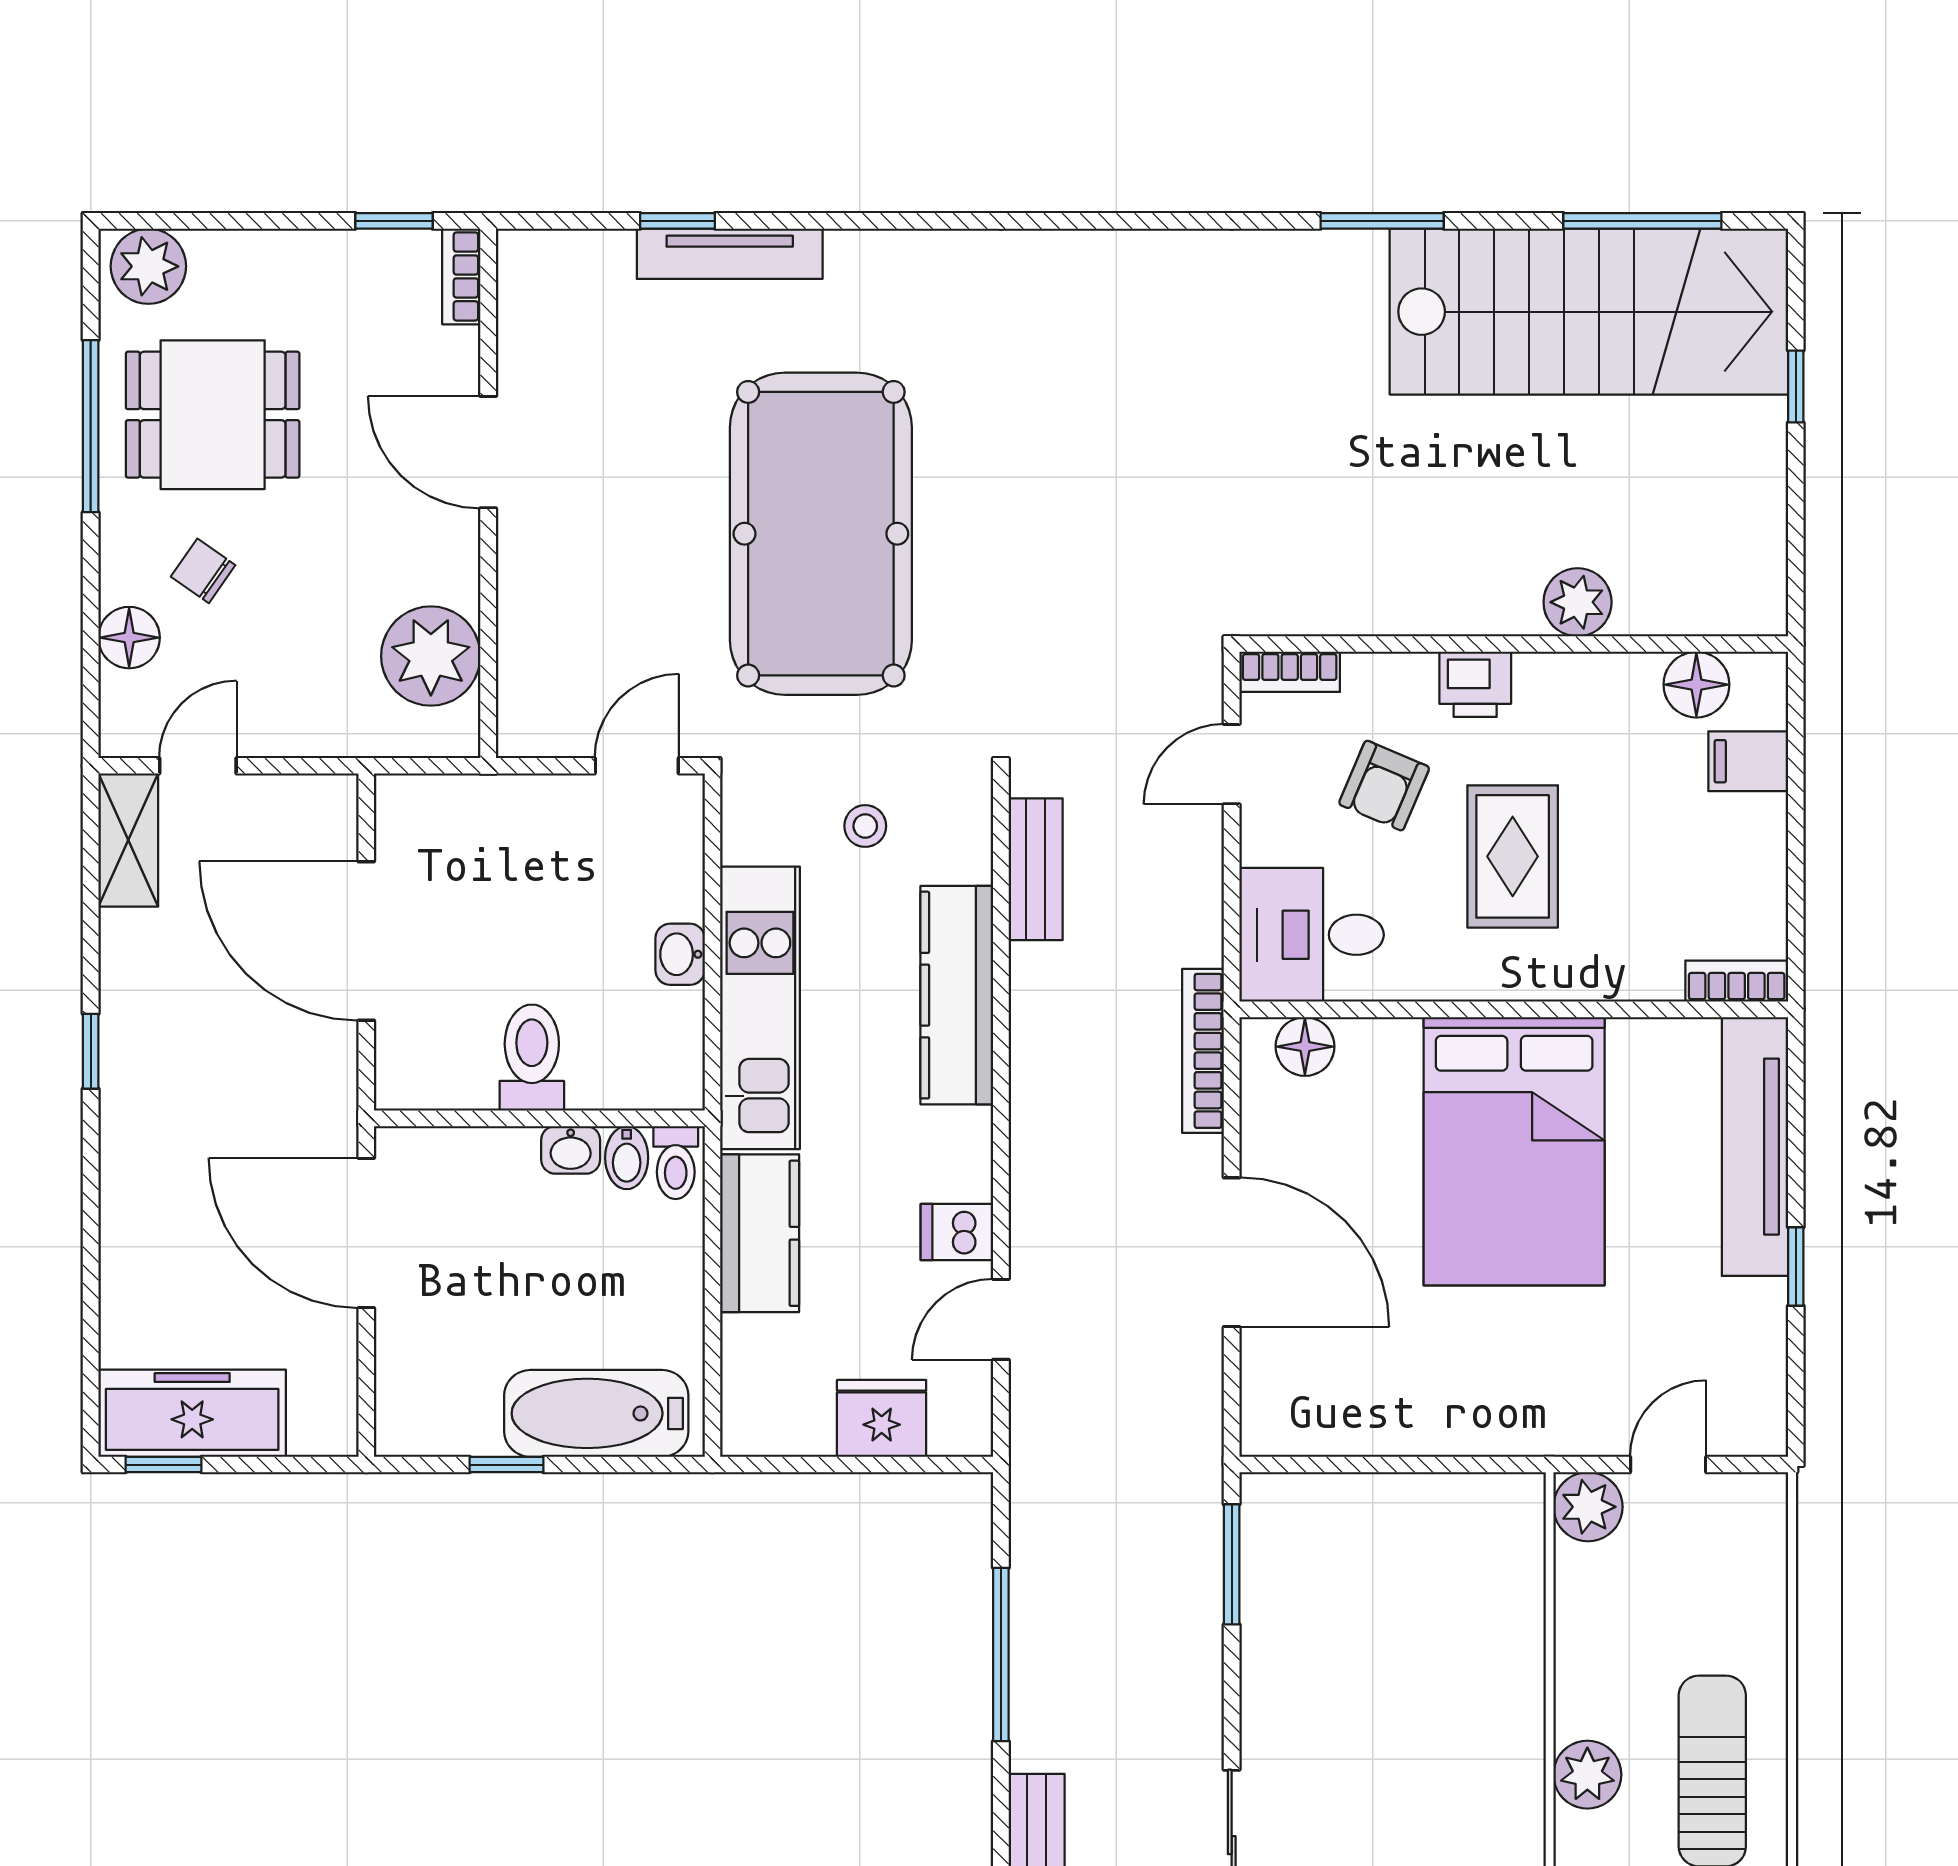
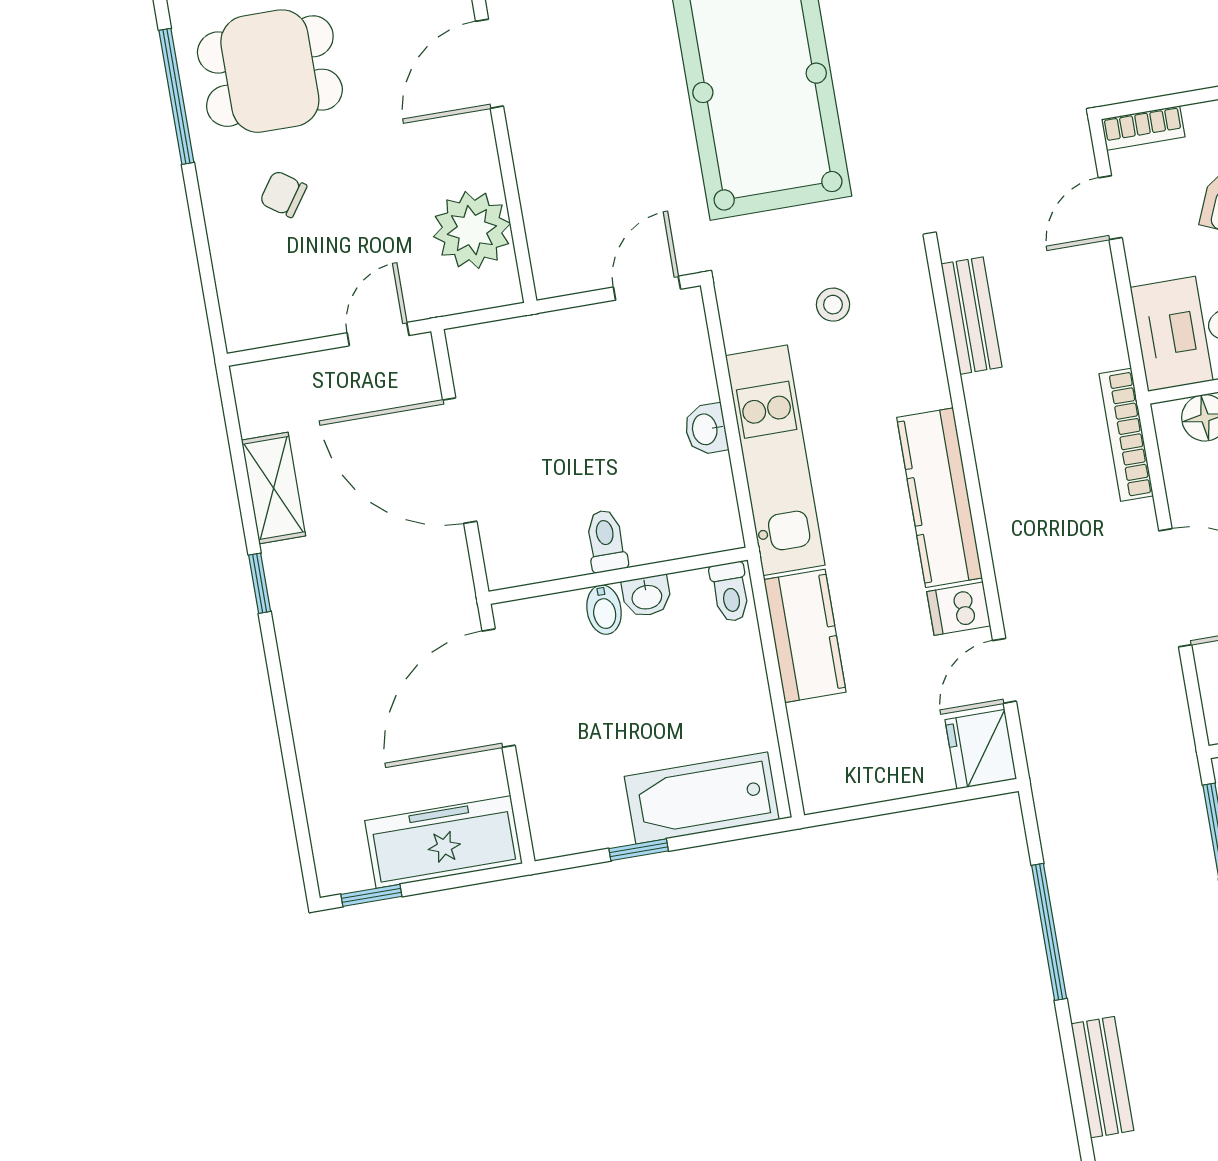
door: (488, 452) -> (489, 64), hinge flipped
floor lamp: (129, 638) -> (235, 256), removed
door: (198, 766) -> (378, 334), moved
shelving: (128, 840) -> (274, 488), moved
kitchen counter: (957, 995) -> (939, 498), moved
toilet: (532, 1058) -> (606, 541), width x0.73, depth x0.72
bidet: (627, 1158) -> (604, 610), moved
door: (366, 1233) -> (499, 688), hinge flipped
freezer: (192, 1413) -> (444, 842), moved
fridge: (882, 1418) -> (981, 749), moved, turned -90

